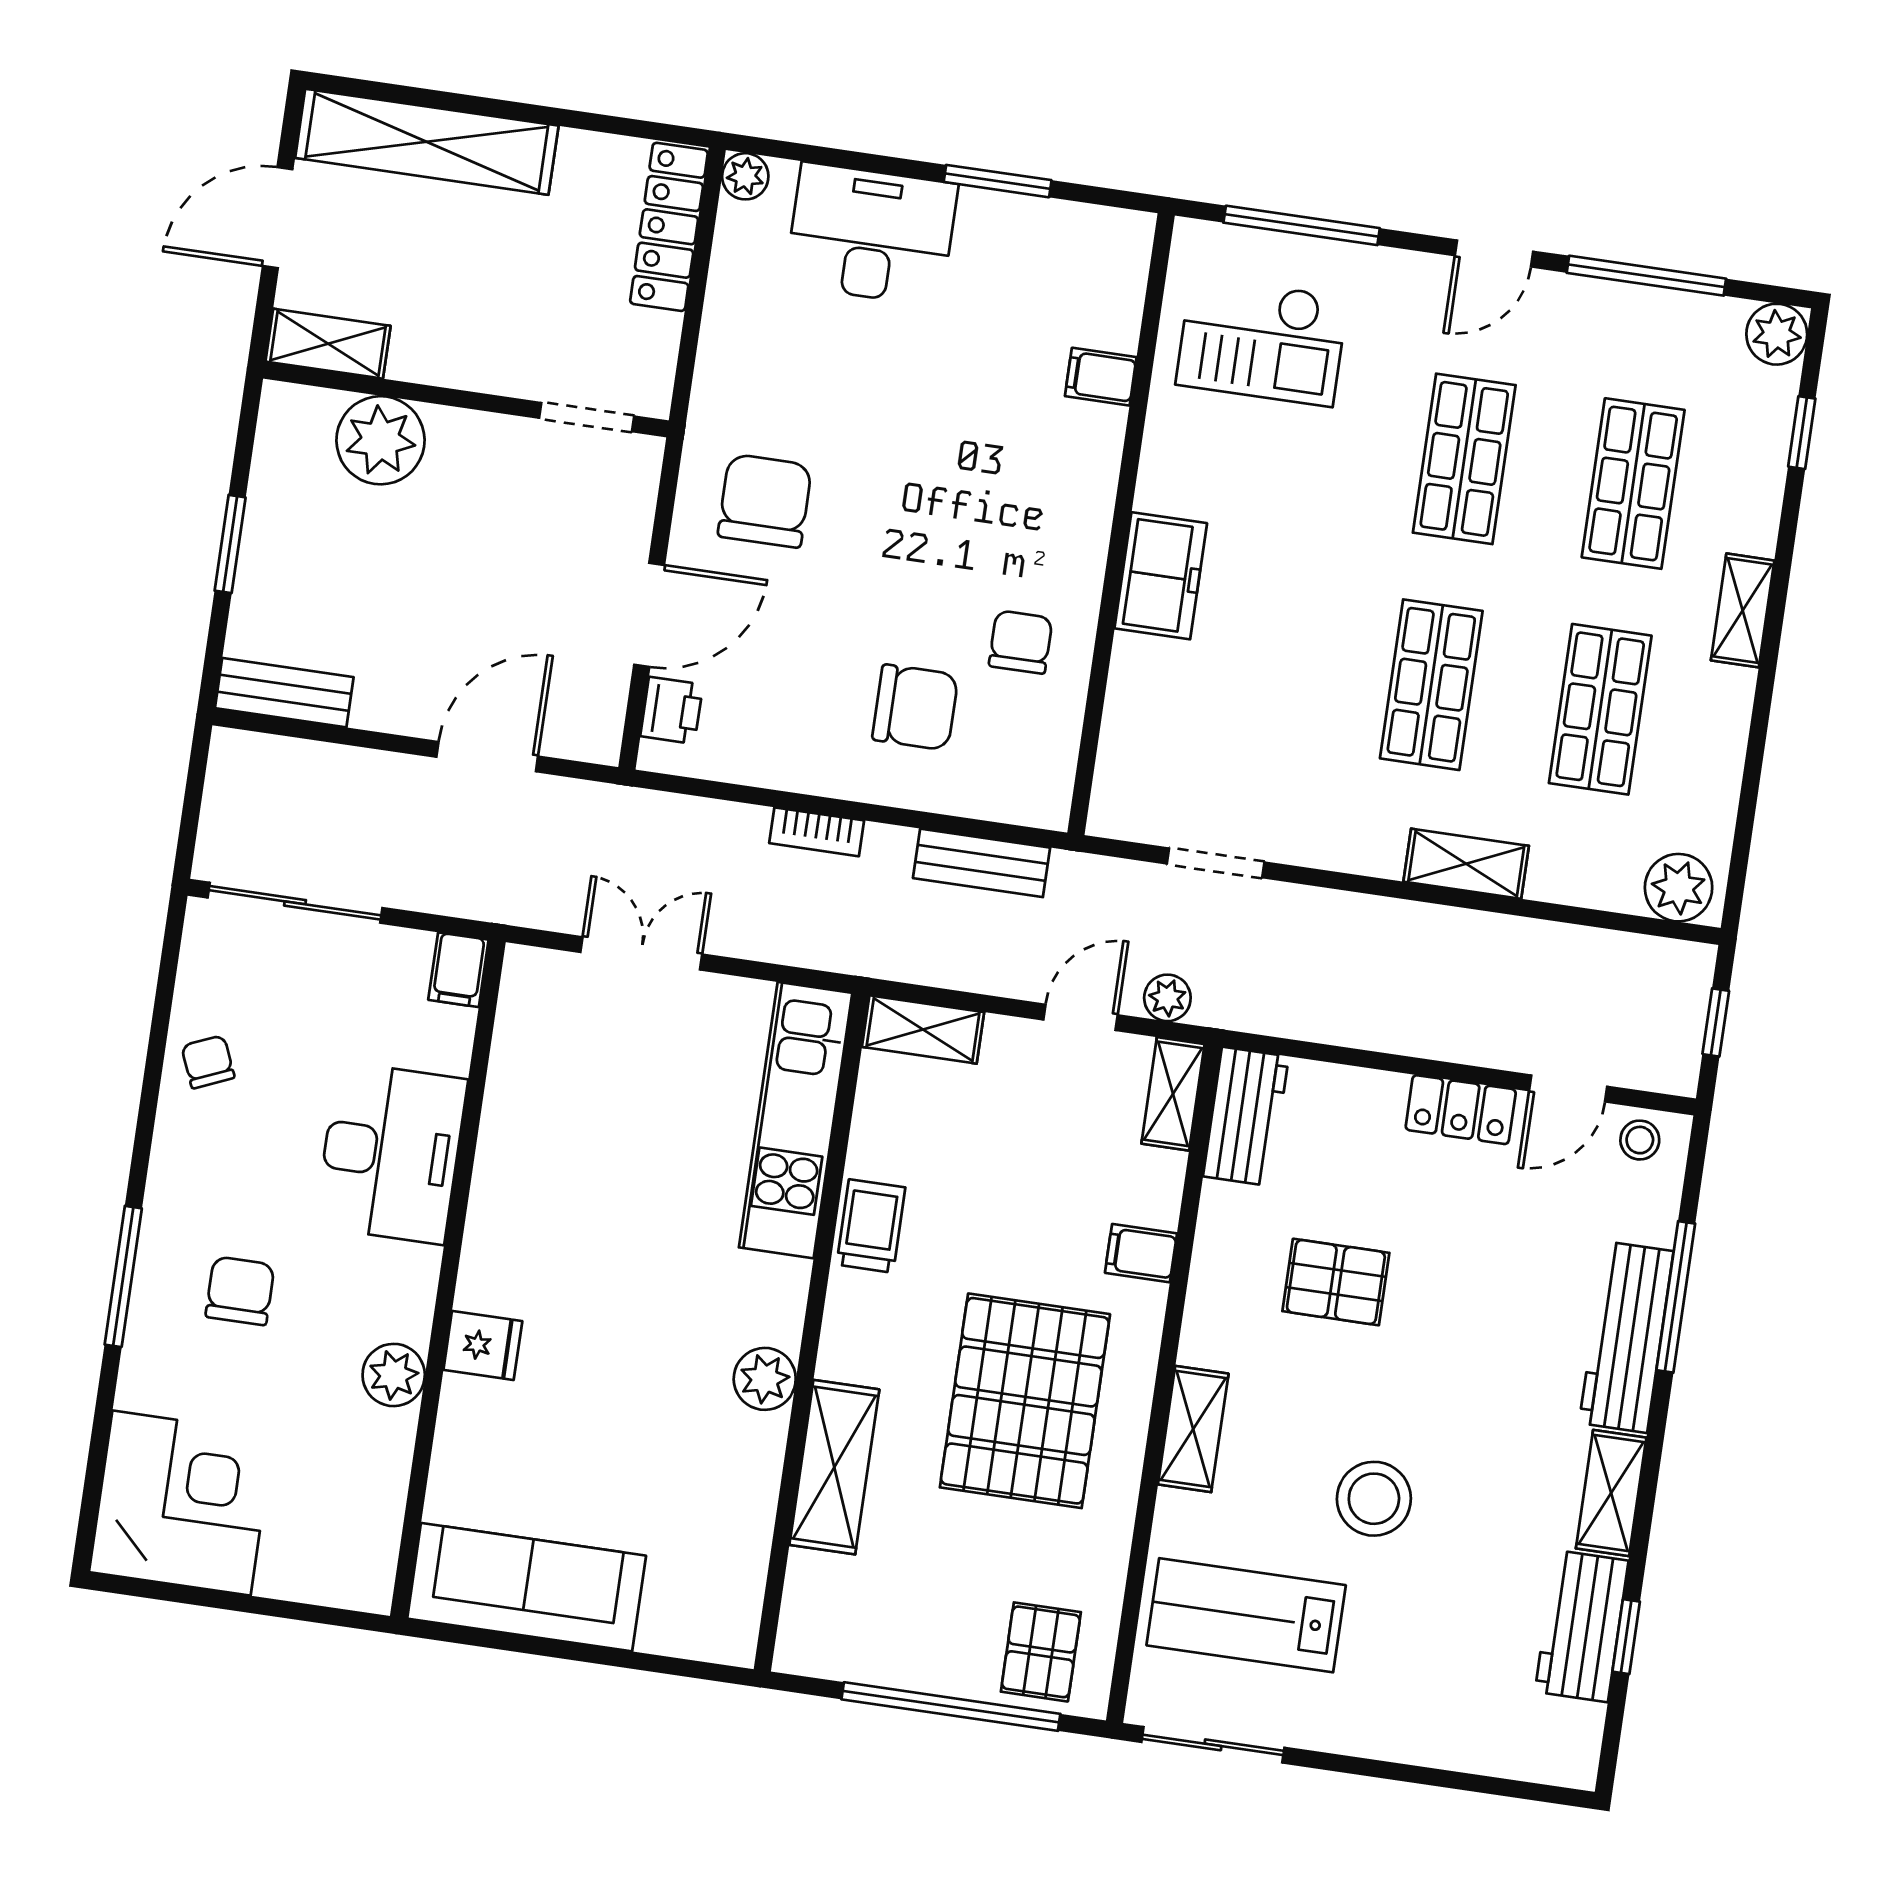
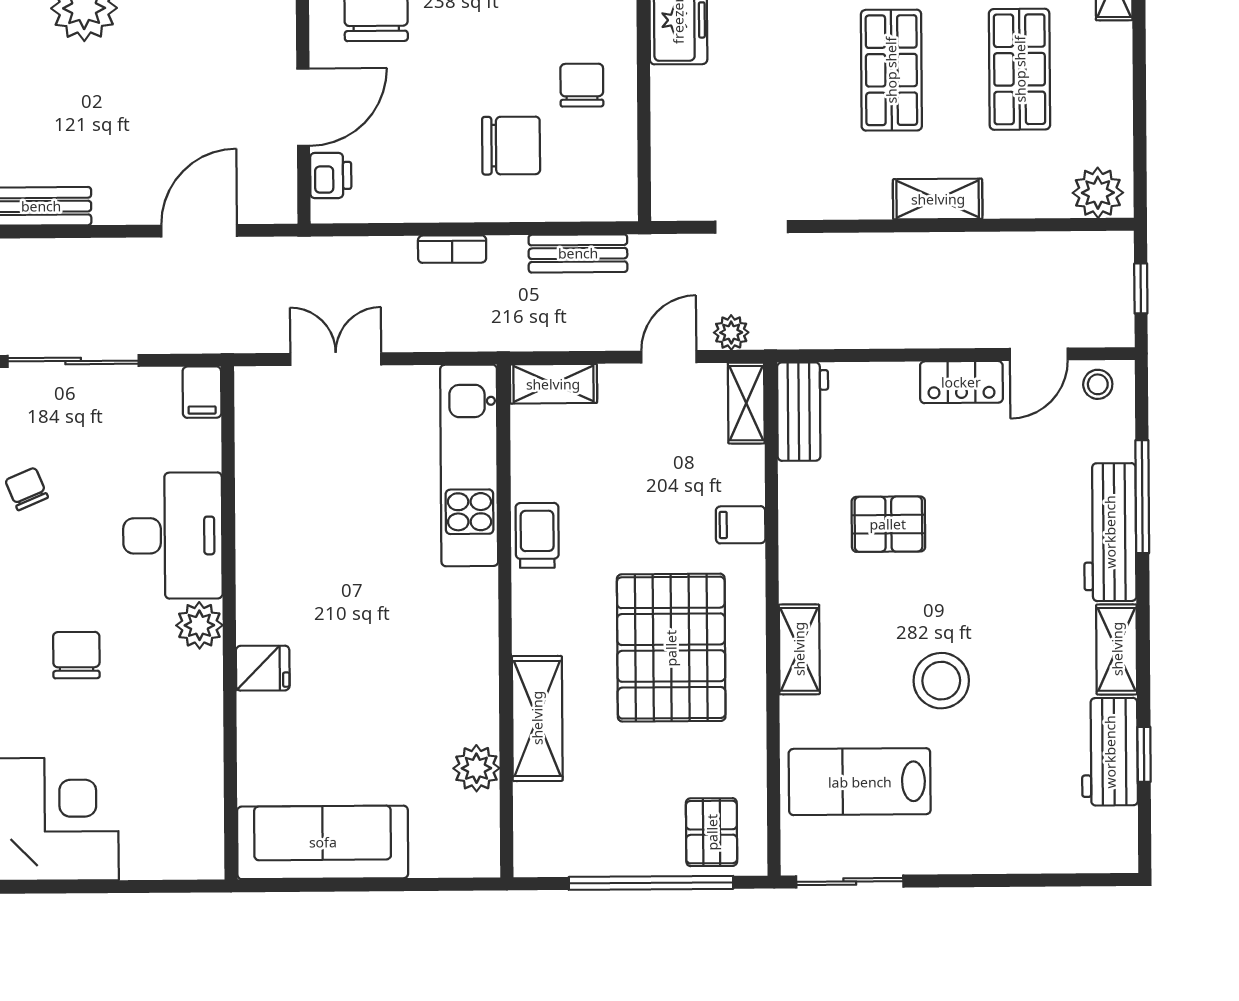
plant: (394, 1375) -> (199, 625), moved
plant: (765, 1379) -> (476, 768), moved

